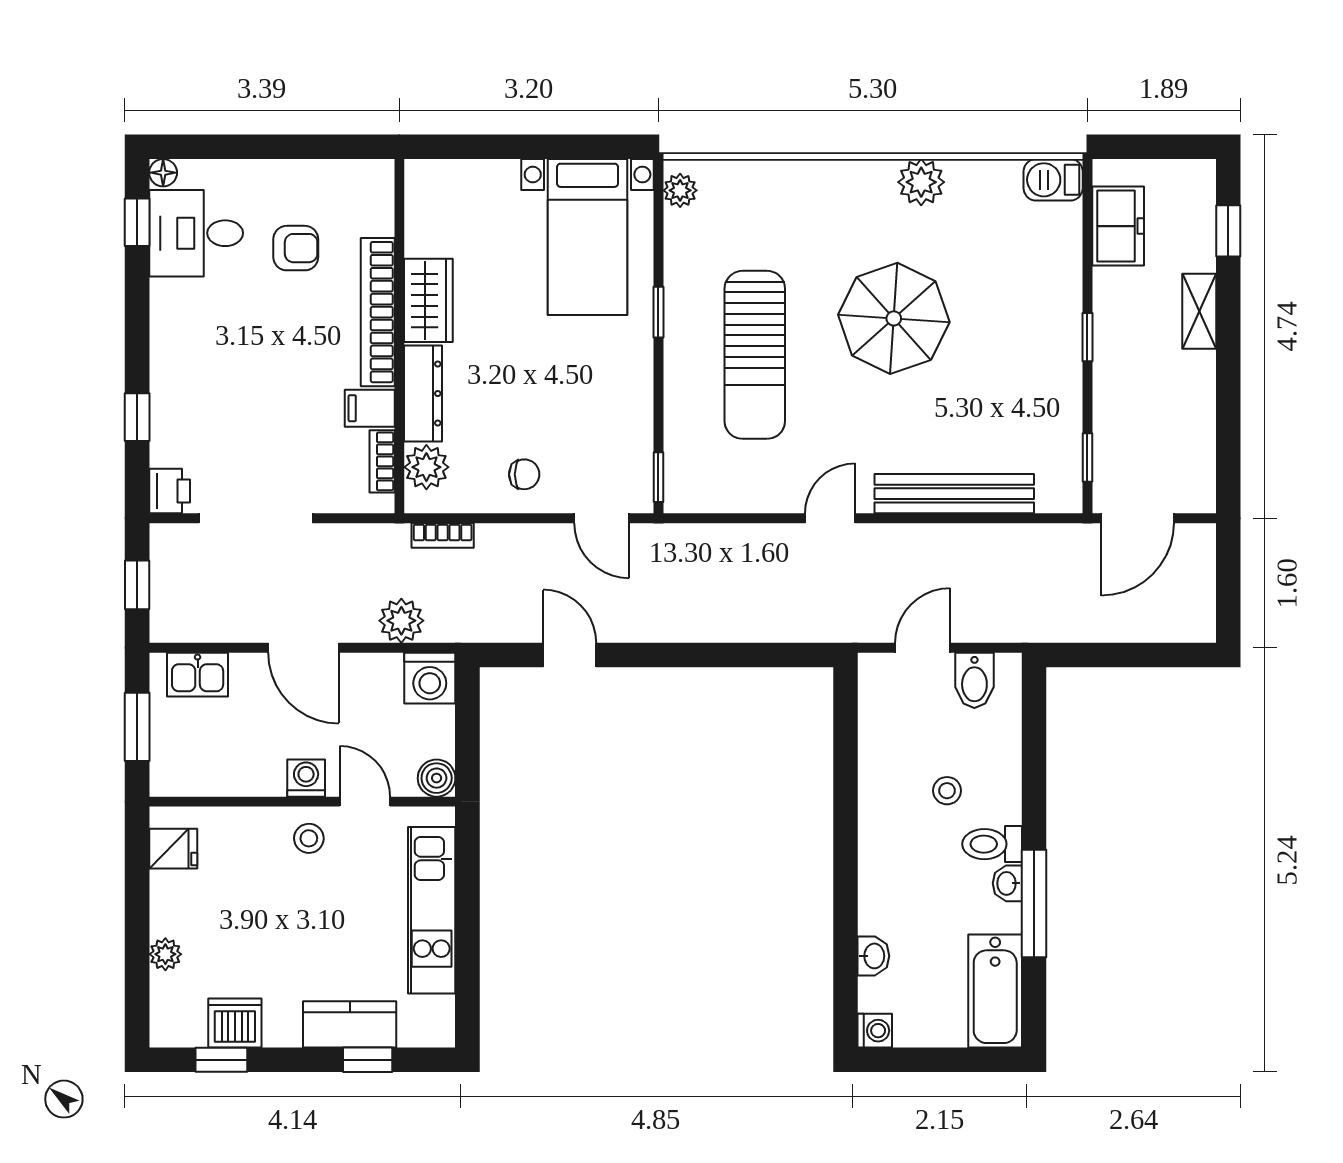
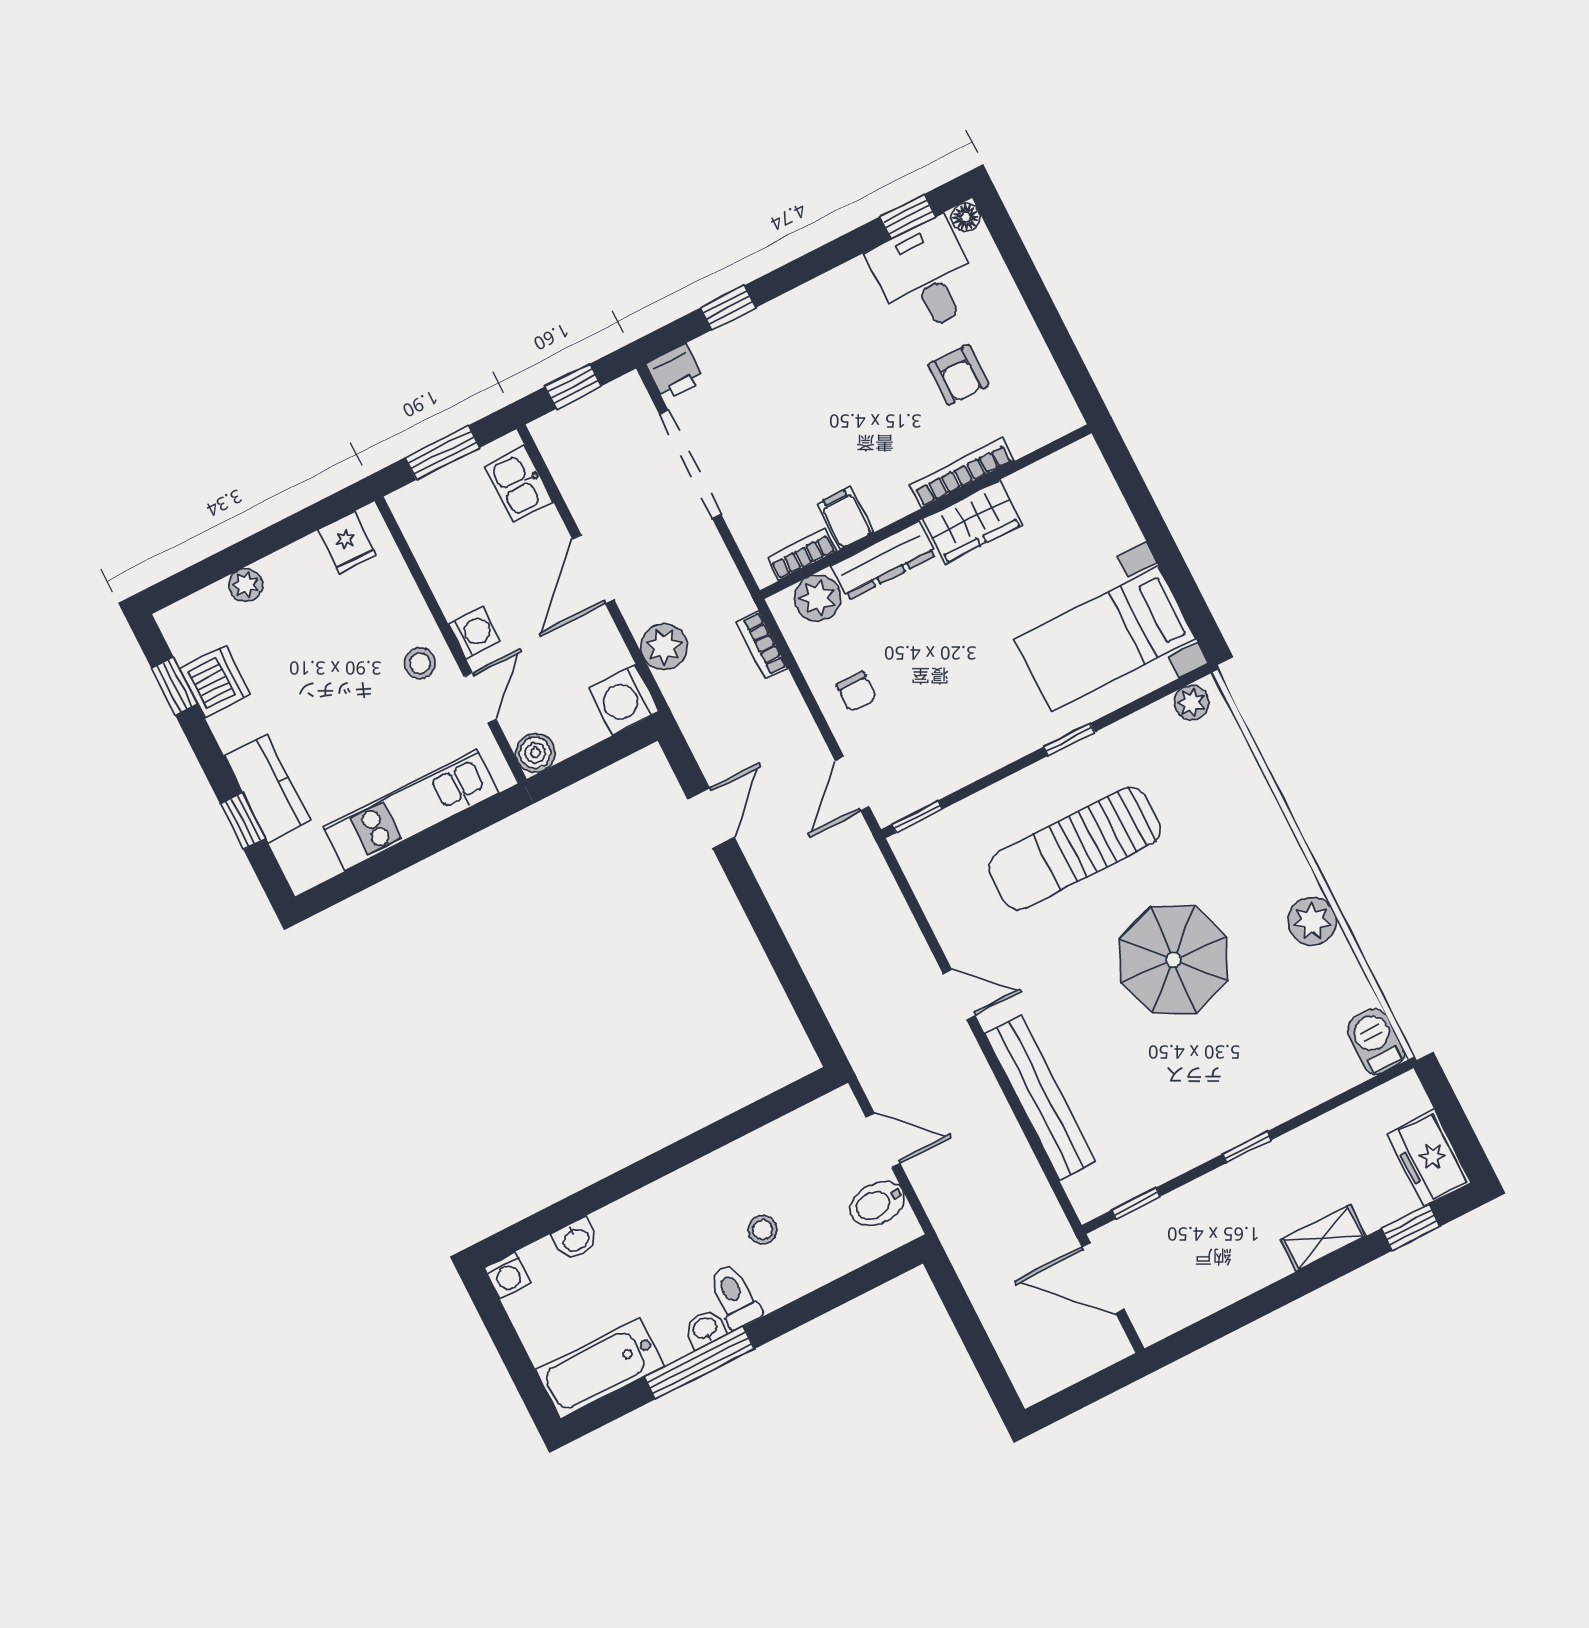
freezer: (1118, 226) -> (1429, 1158), moved, turned 90
bookcase: (378, 312) -> (962, 473), width x0.68, depth x0.76

